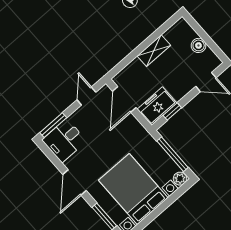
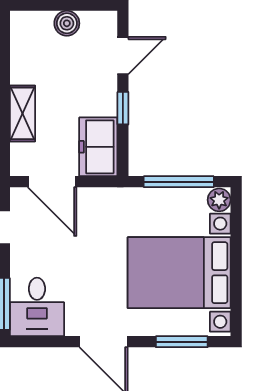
shelving: (154, 51) -> (22, 113), moved
window: (172, 112) -> (123, 108), moved

